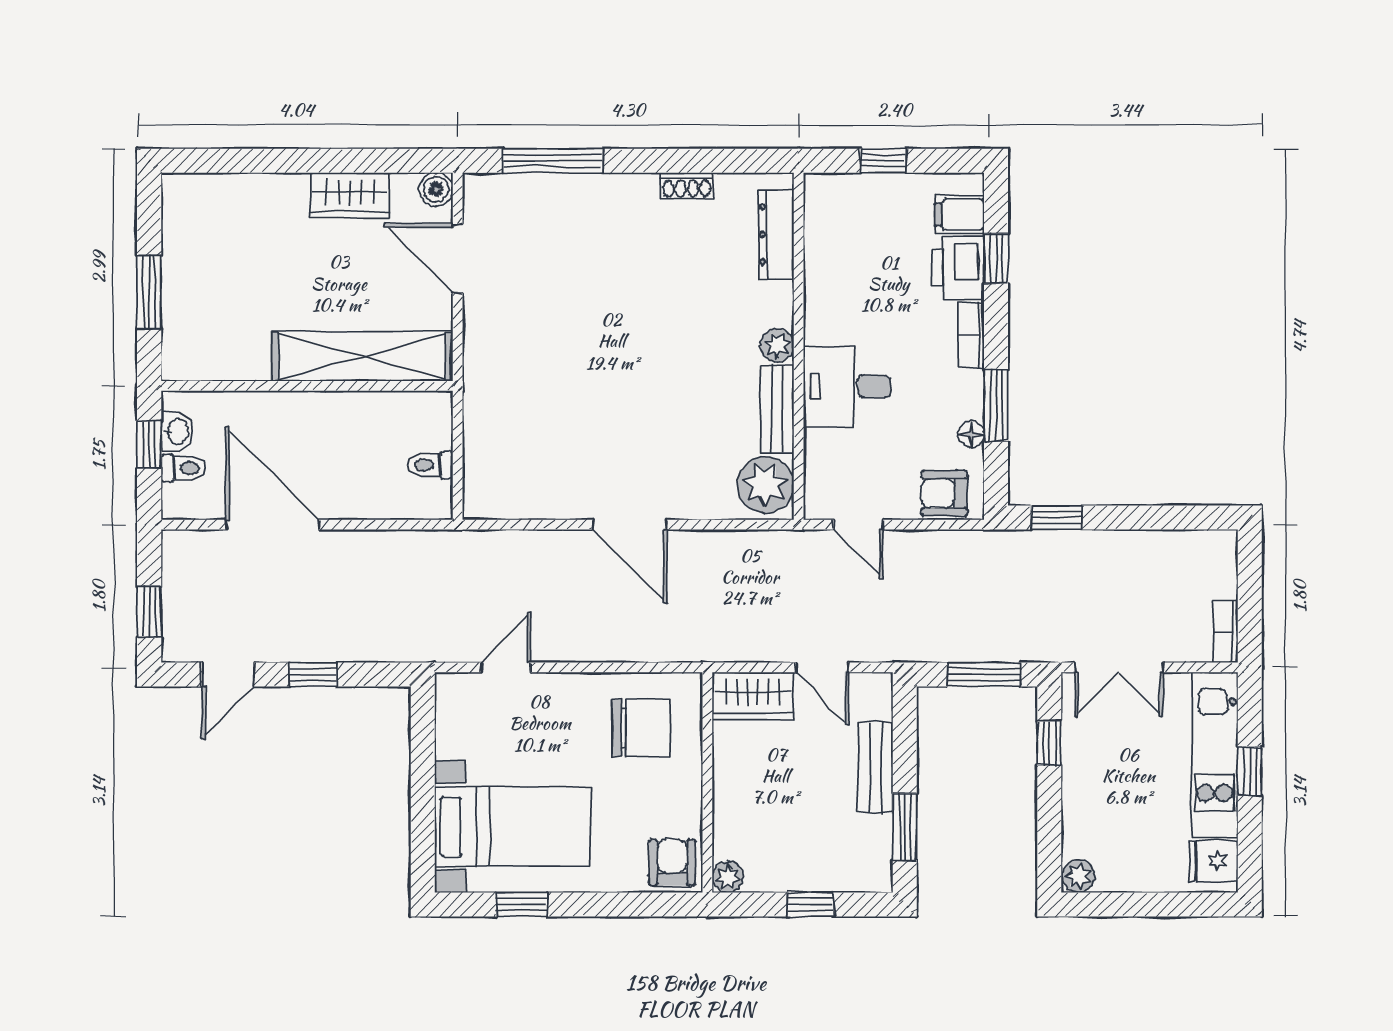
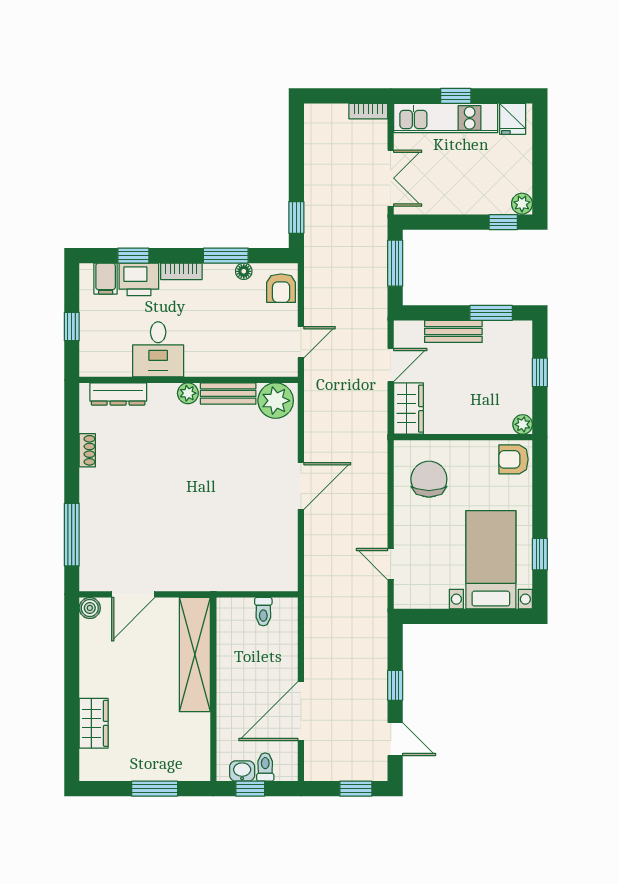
wardrobe: (350, 196) -> (94, 723), moved
desk: (847, 386) -> (158, 349), moved
window: (1049, 743) -> (503, 222), moved

